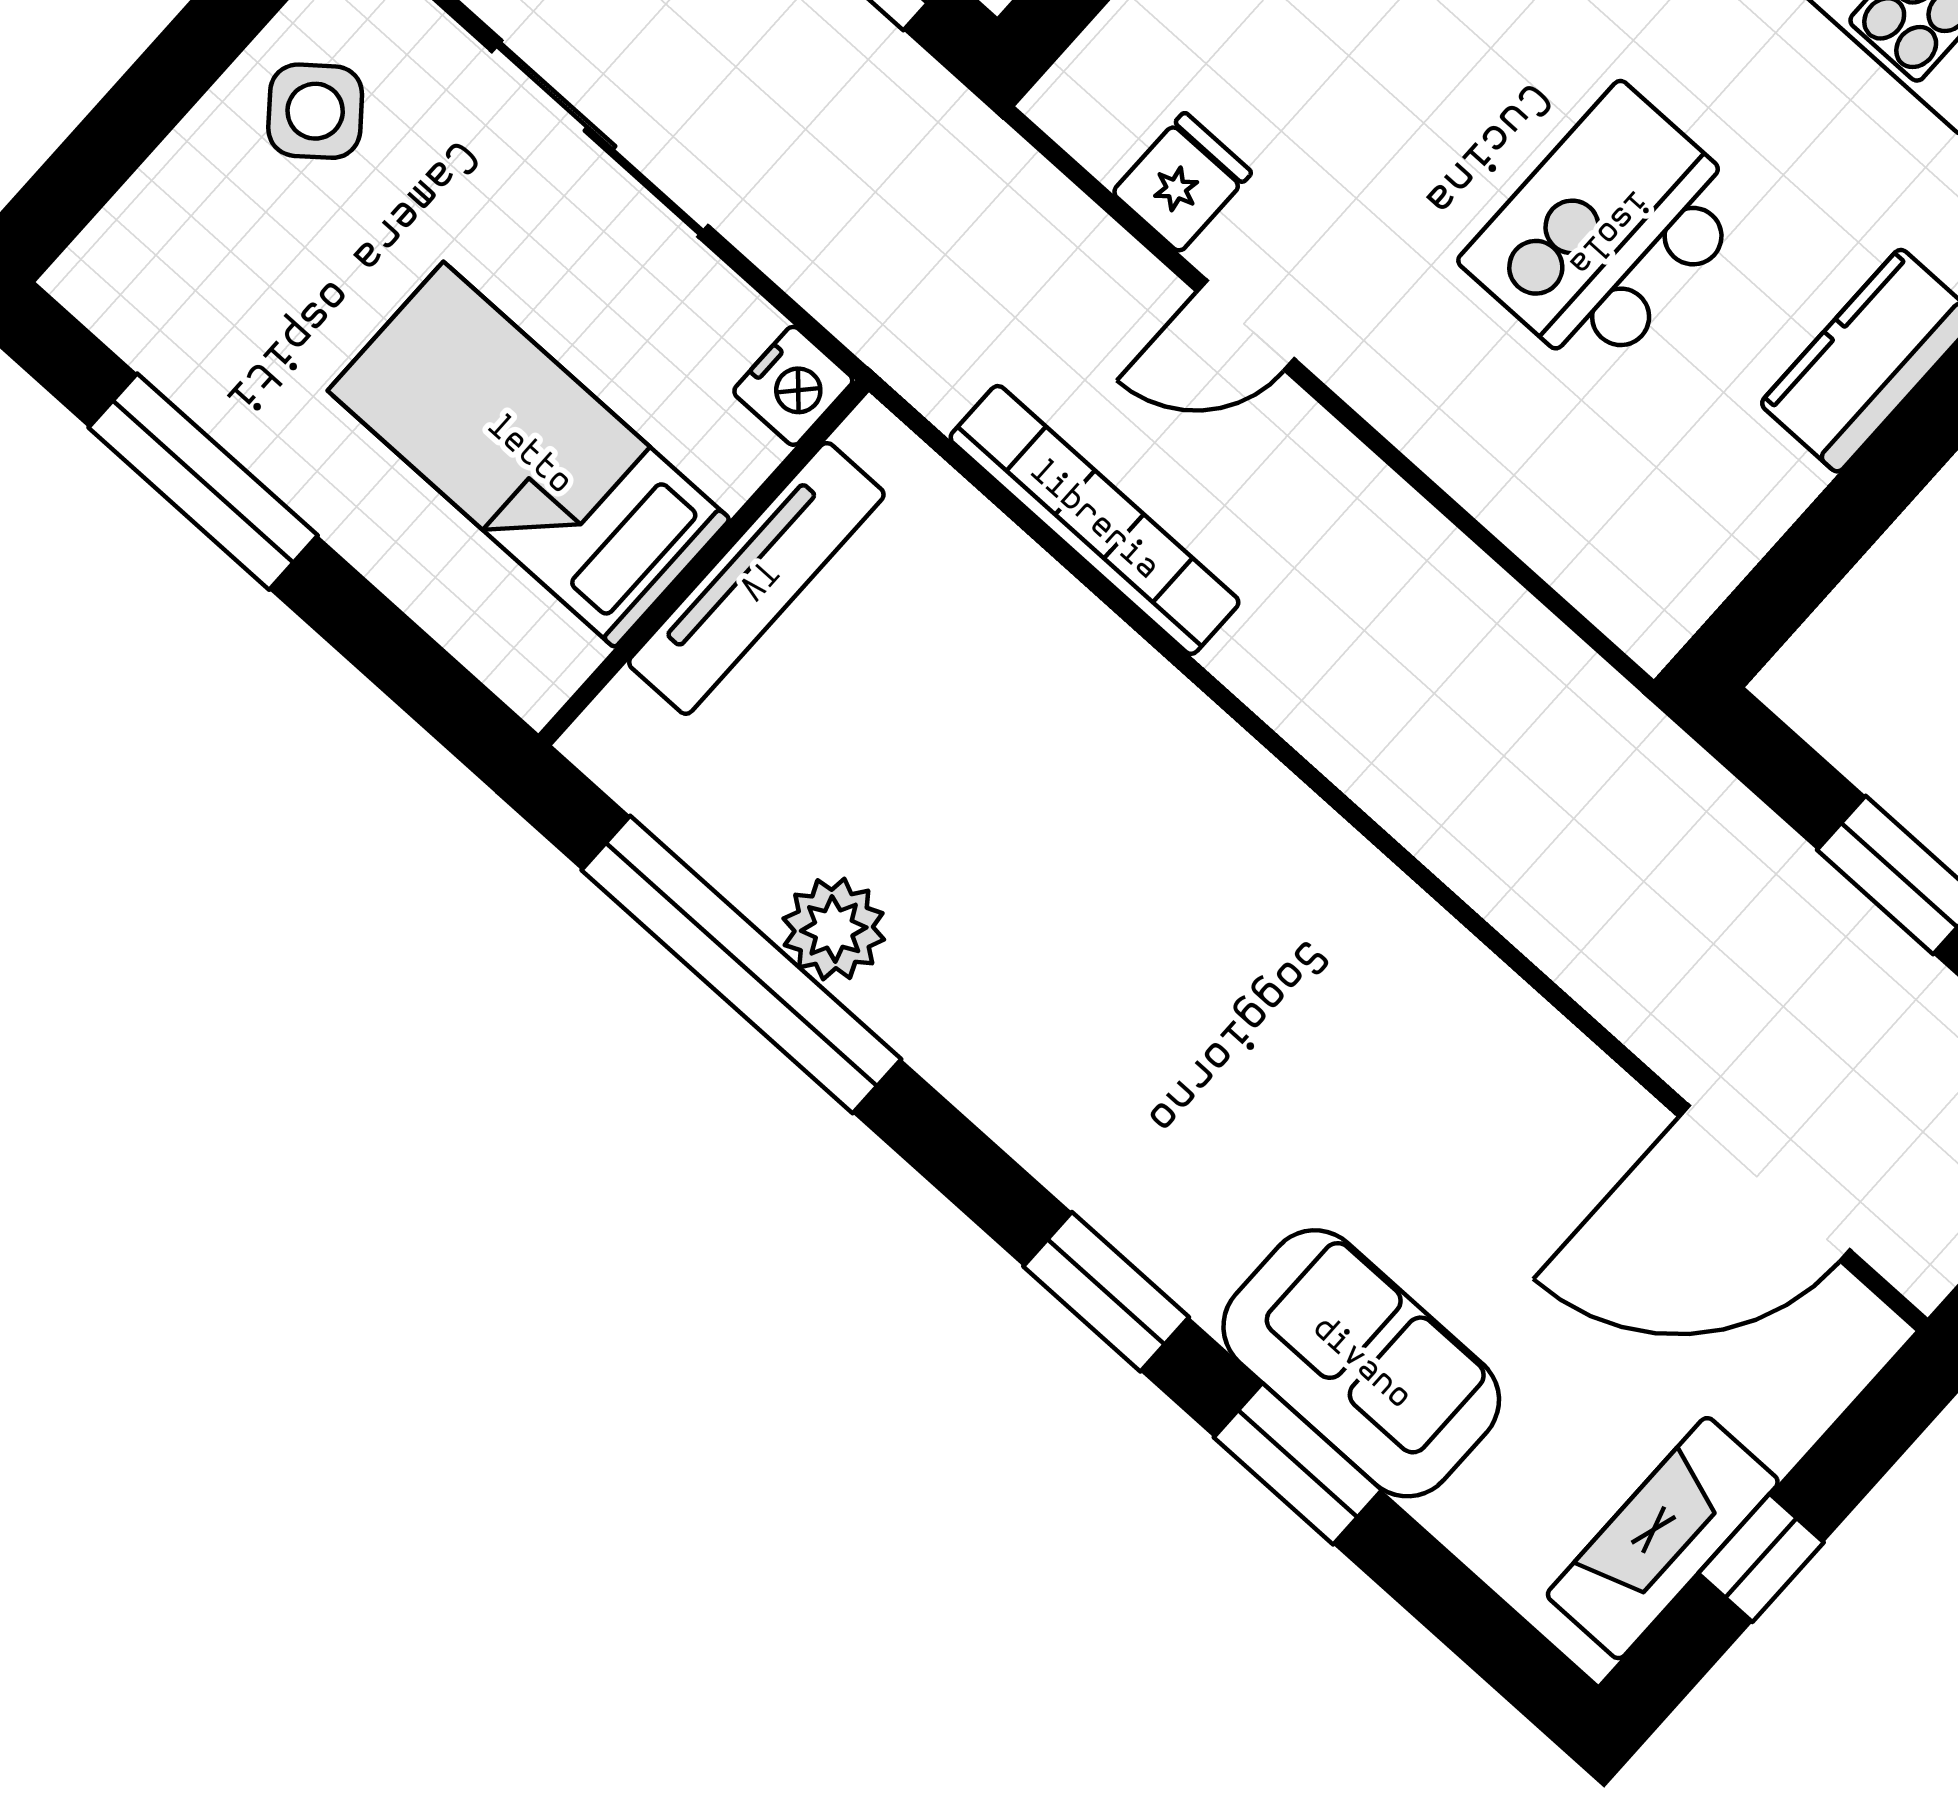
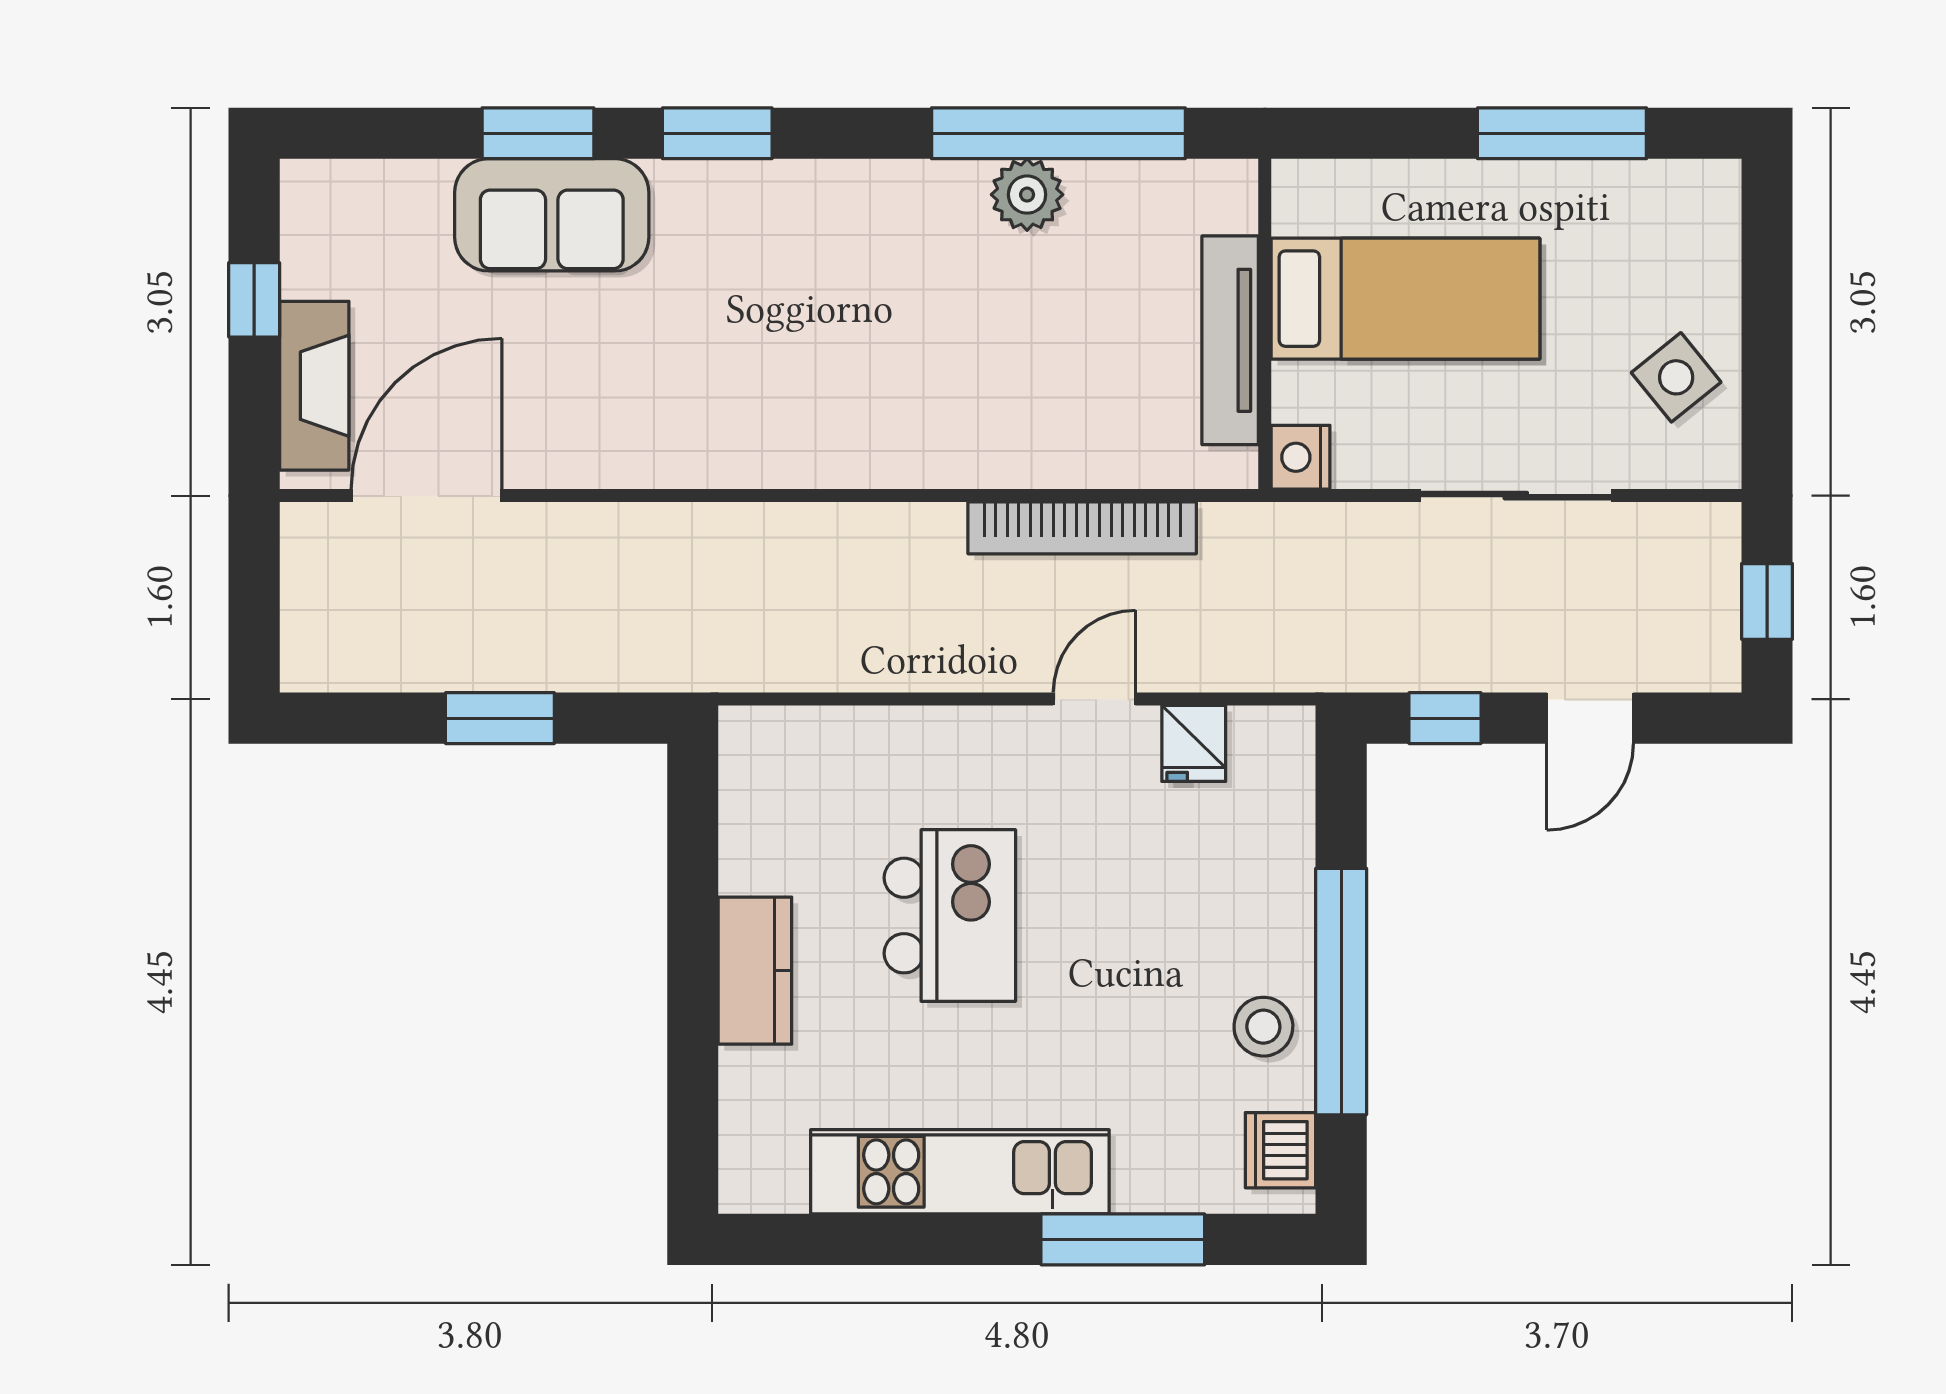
fireplace: (1663, 1538) -> (314, 386), moved

